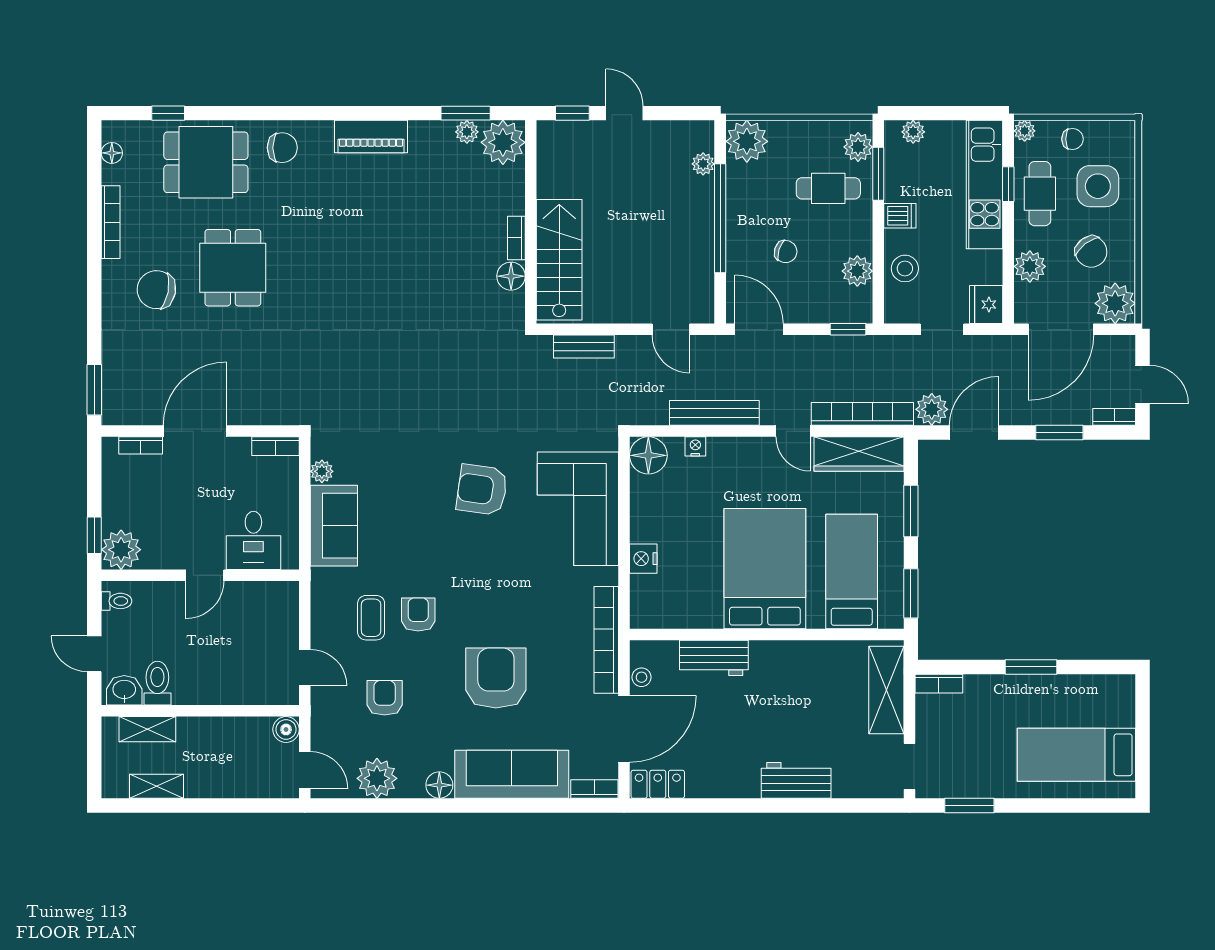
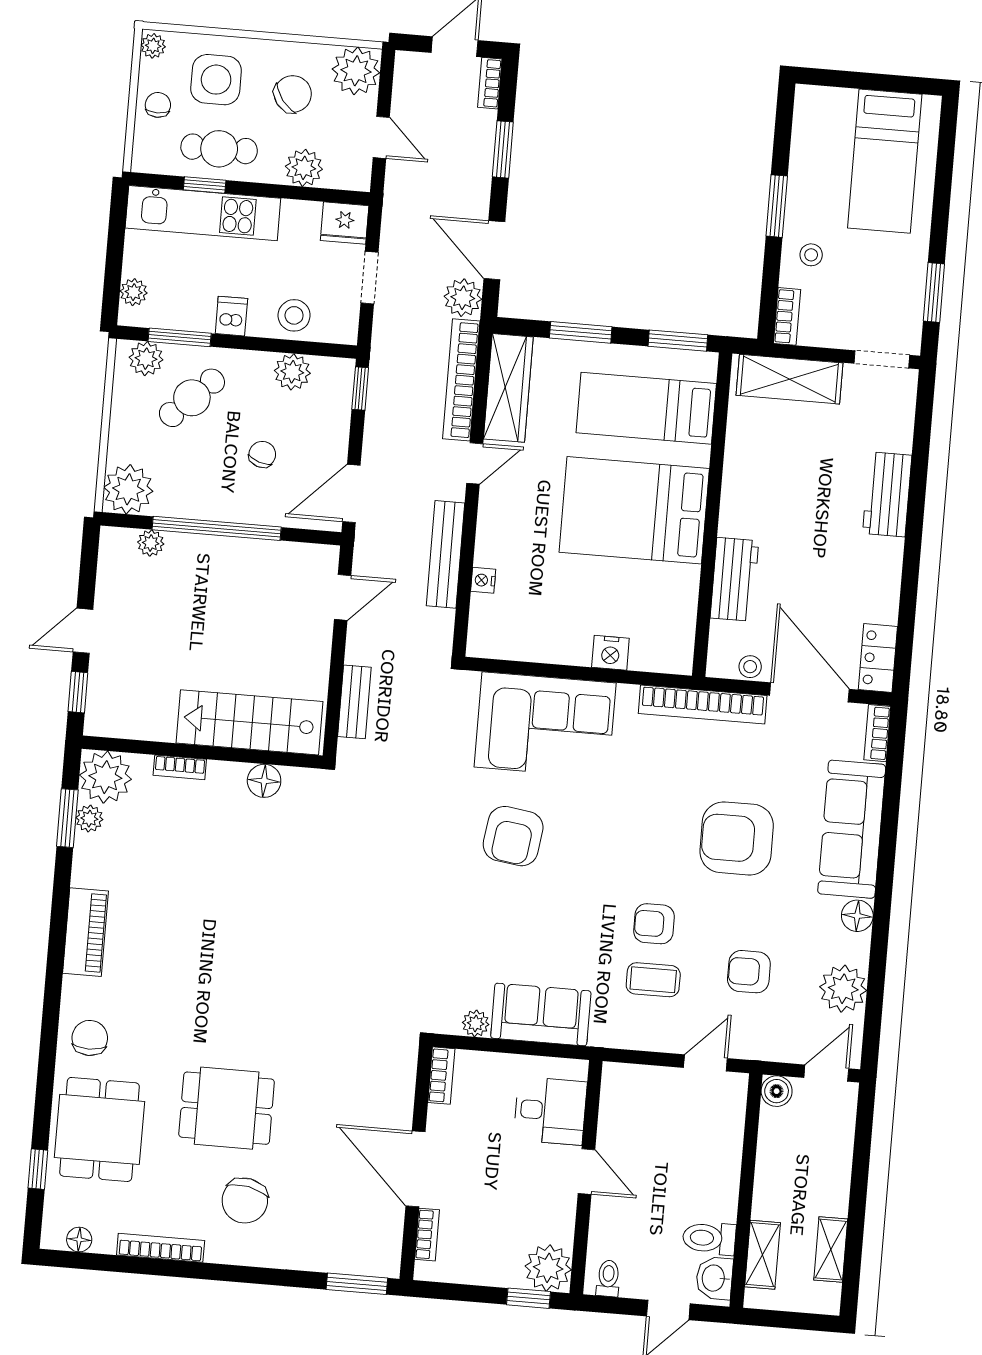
plant: (1025, 131) -> (153, 46), moved
cafe table: (828, 188) -> (192, 398), turned 46
bookcase: (516, 238) -> (180, 767), moved
door: (1061, 329) -> (381, 137), width x0.53
floor lamp: (648, 455) -> (489, 637), removed
stool: (992, 699) -> (811, 255), added

